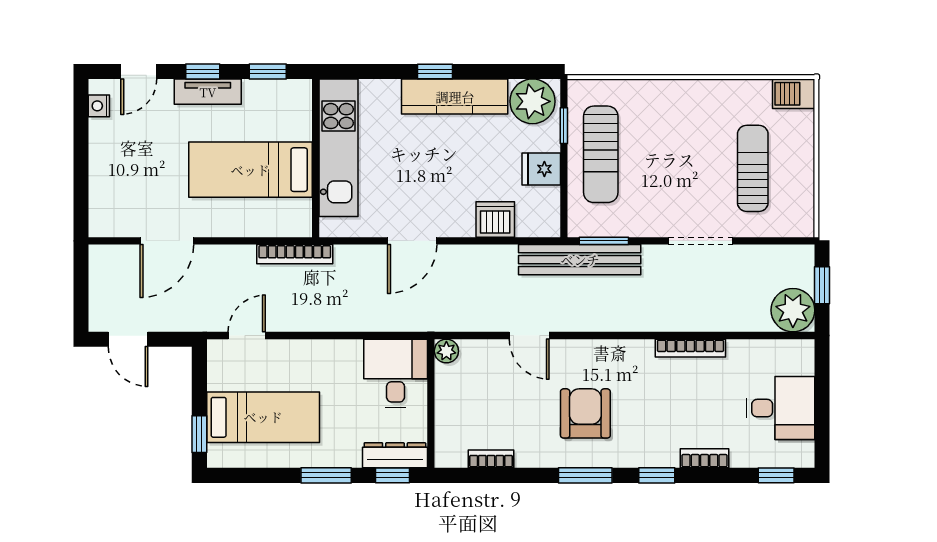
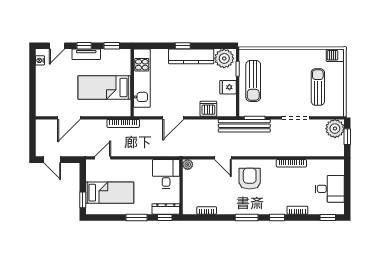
plant: (793, 310) -> (335, 129), moved
armchair: (585, 413) -> (250, 179), moved

